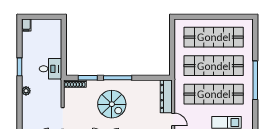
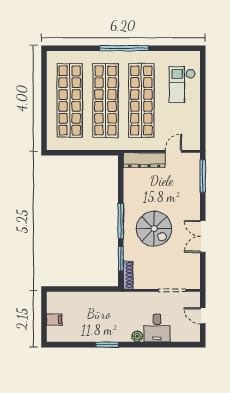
filing cabinet: (26, 25) -> (54, 320), moved
desk: (50, 69) -> (157, 328), moved, turned 180
spiral stairs: (112, 104) -> (154, 229), turned 90

